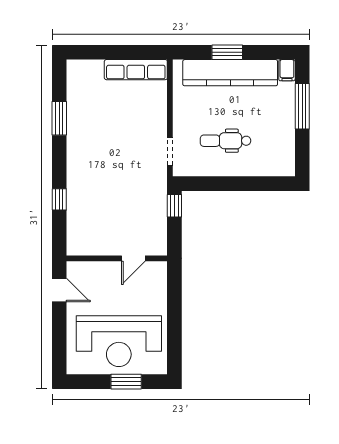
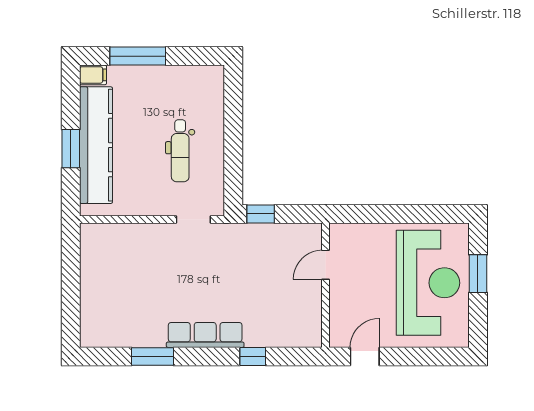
row of seats: (136, 70) -> (205, 335), moved, turned -90
door: (133, 258) -> (326, 265), swing flipped

